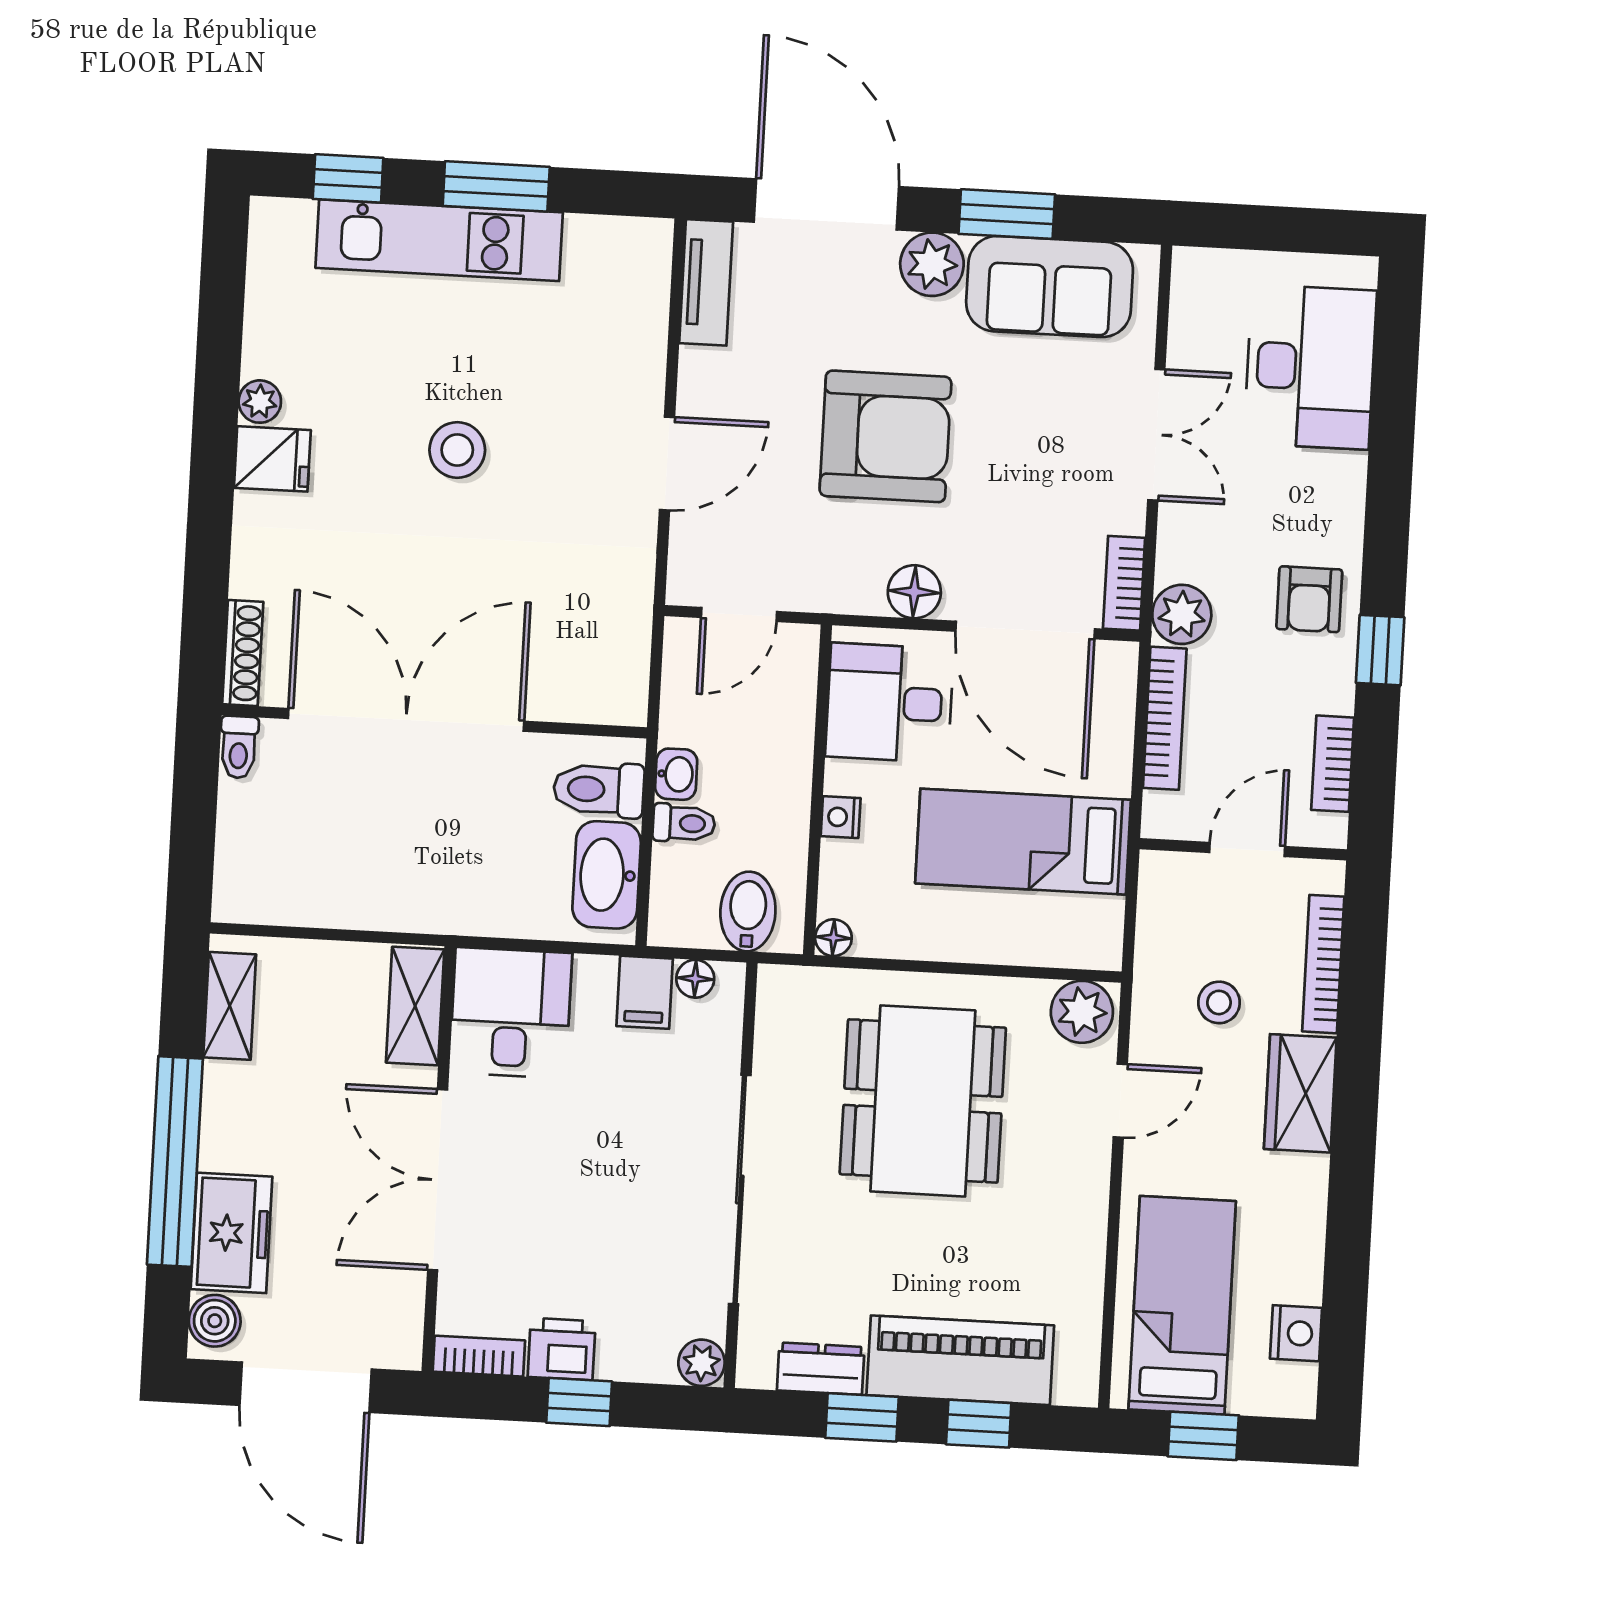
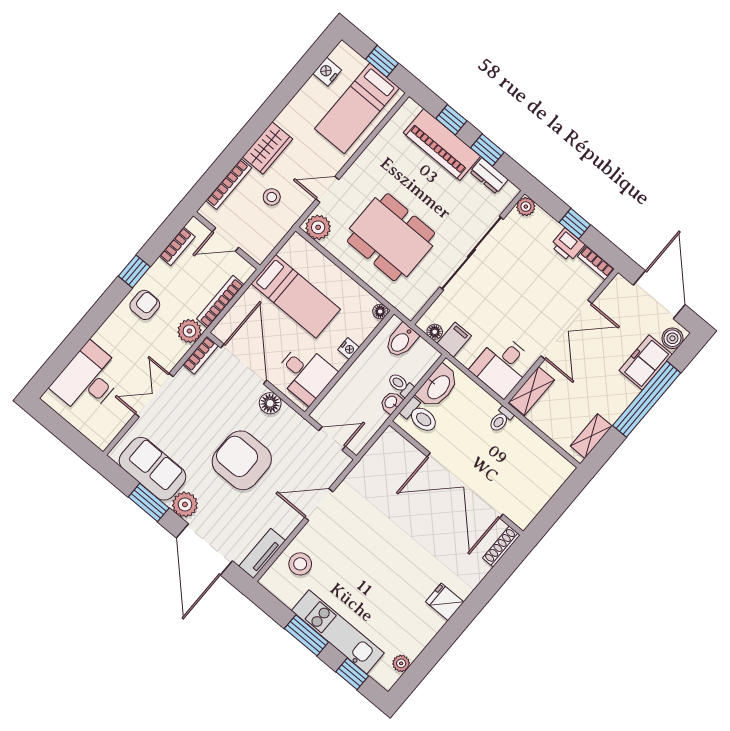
plant: (260, 402) -> (401, 663), moved
stool: (457, 450) -> (300, 564), moved
toilet: (239, 747) -> (501, 420), moved, turned 180
dining table: (923, 1101) -> (391, 237), turned 90

